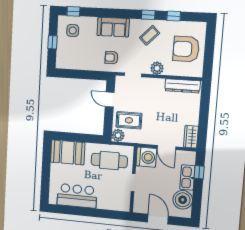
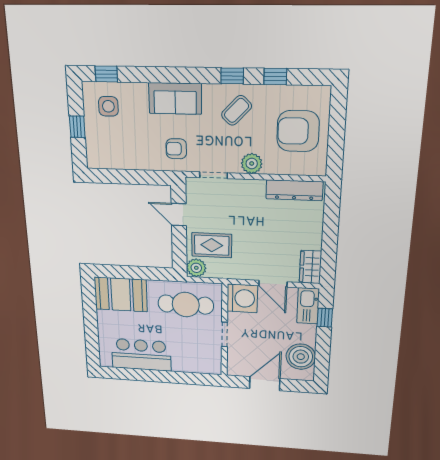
kitchen sink: (187, 178) -> (308, 306), moved
door: (158, 219) -> (265, 384), hinge flipped

